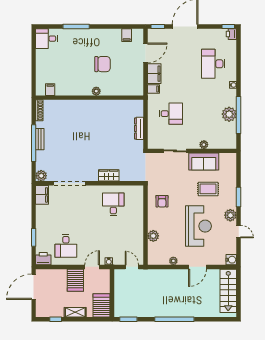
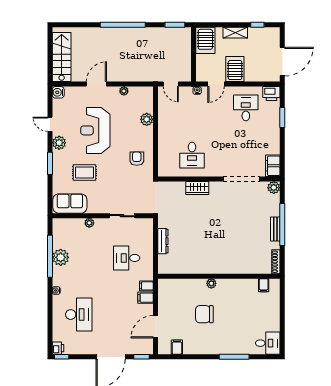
filing cabinet: (154, 74) -> (146, 298), width x0.50
sofa: (204, 162) -> (70, 204), moved

